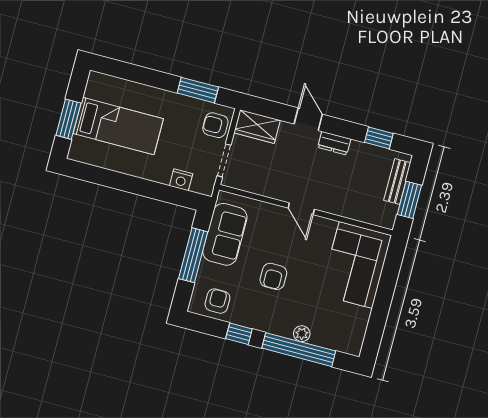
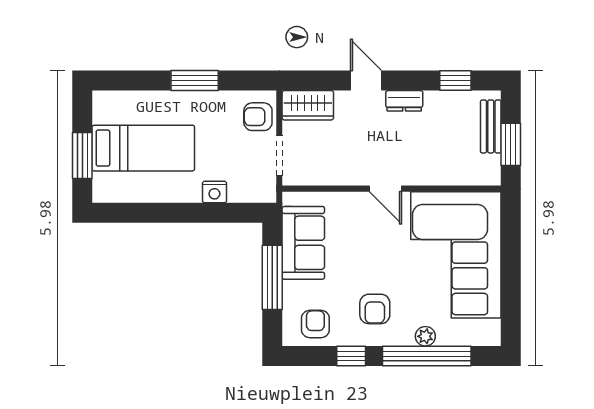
window: (198, 90) -> (195, 81), moved
nightstand: (181, 180) -> (214, 192), moved
corner sofa: (356, 265) -> (456, 255), width x1.36, depth x1.36
armchair: (273, 276) -> (375, 309), moved

